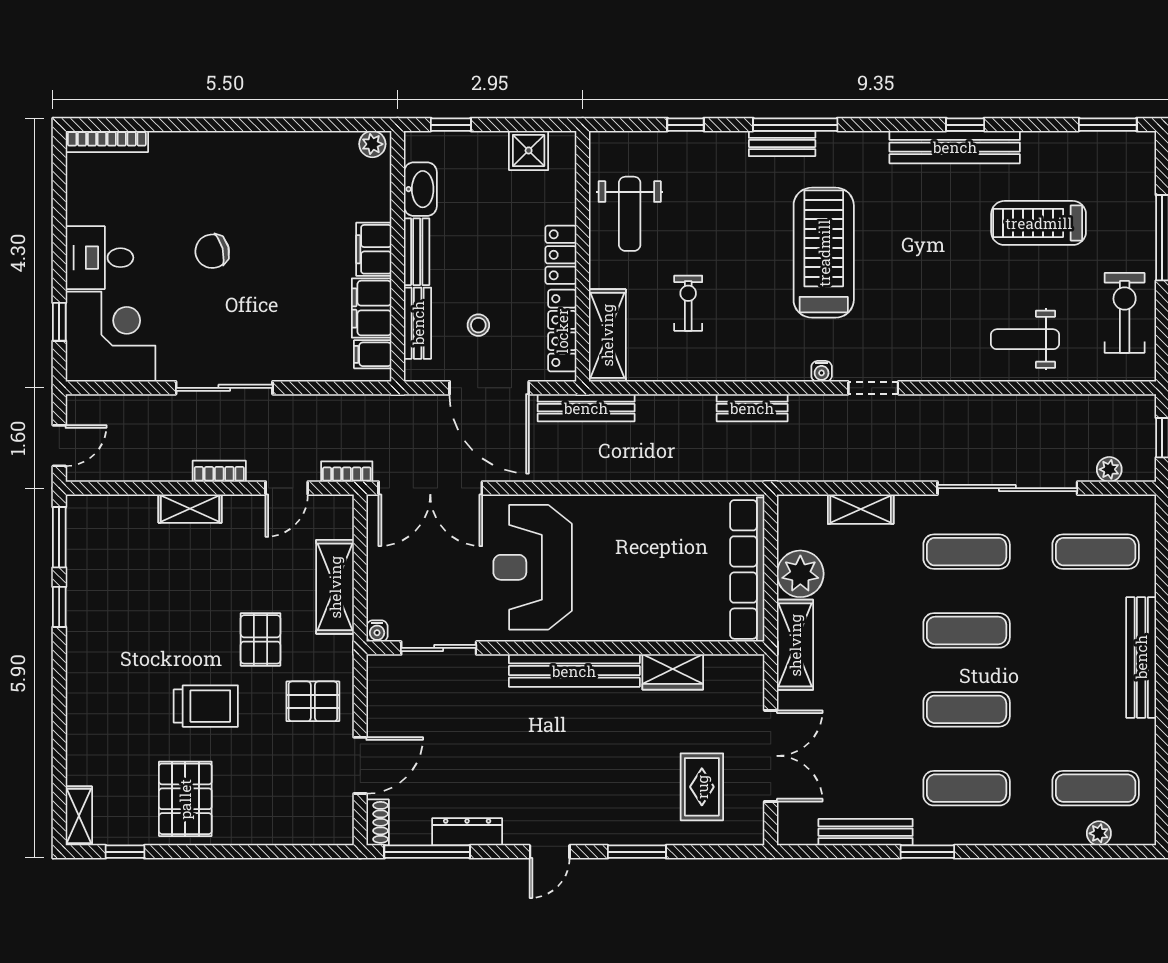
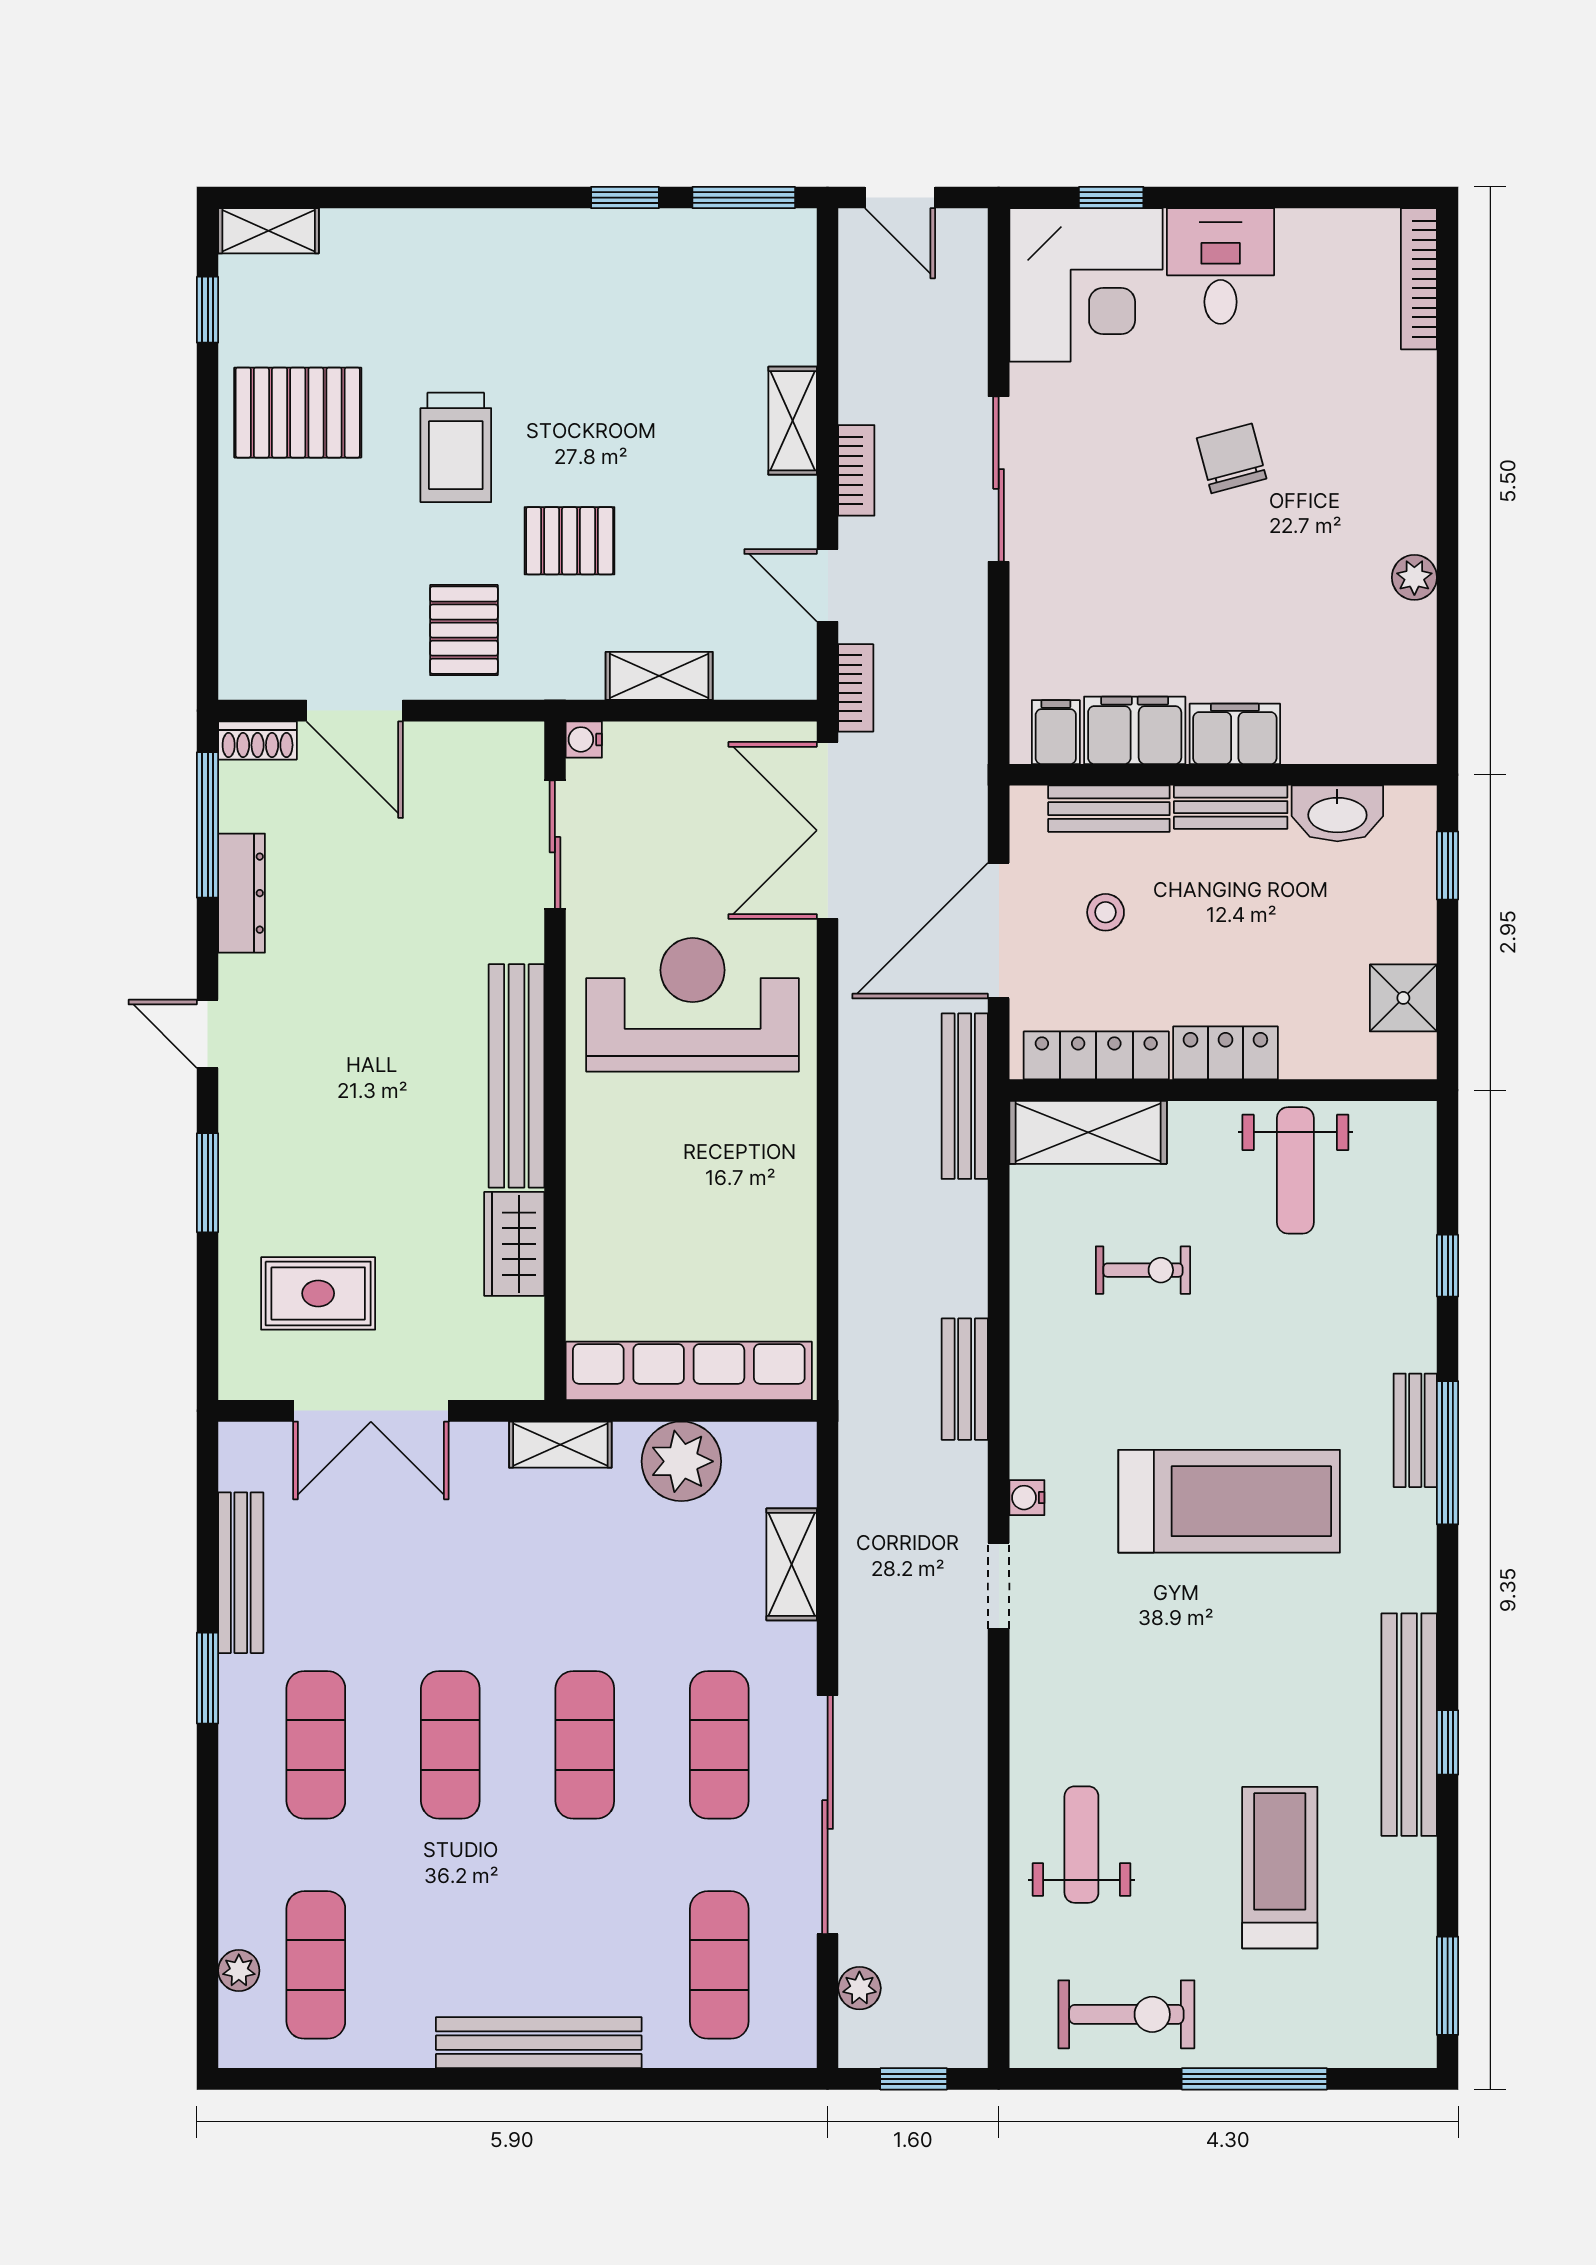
plant: (372, 144) -> (1414, 577), moved
weight bench: (630, 214) -> (1295, 1170), turned -90
shelving: (335, 587) -> (659, 676), width x0.67, depth x0.75
shelving: (795, 645) -> (560, 1445), width x0.67, depth x0.75

